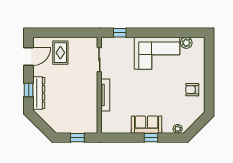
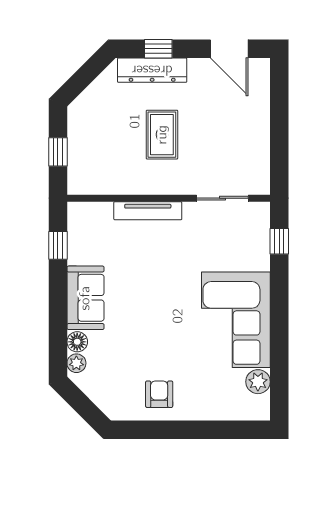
rug: (60, 53) -> (162, 135), moved, turned 90
floor lamp: (167, 128) -> (77, 342), added
window: (151, 138) -> (58, 245), moved

